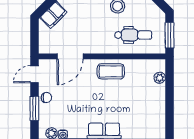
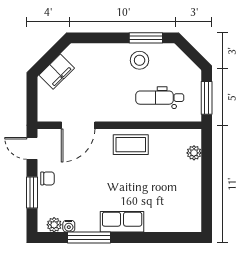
dental chair: (133, 35) -> (160, 98), turned 180
door: (34, 74) -> (32, 148), hinge flipped

